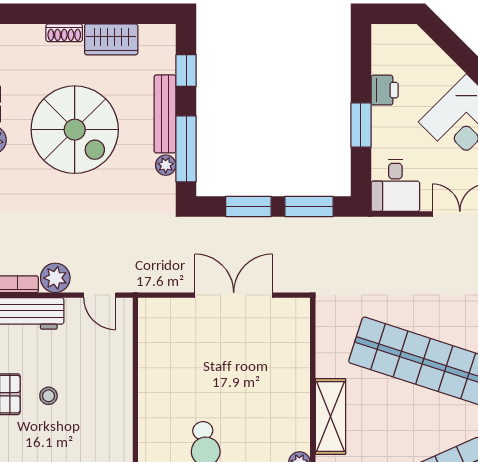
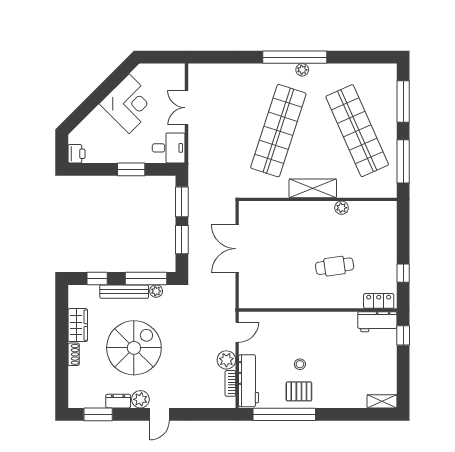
printer: (385, 90) -> (76, 154), moved, turned 90

